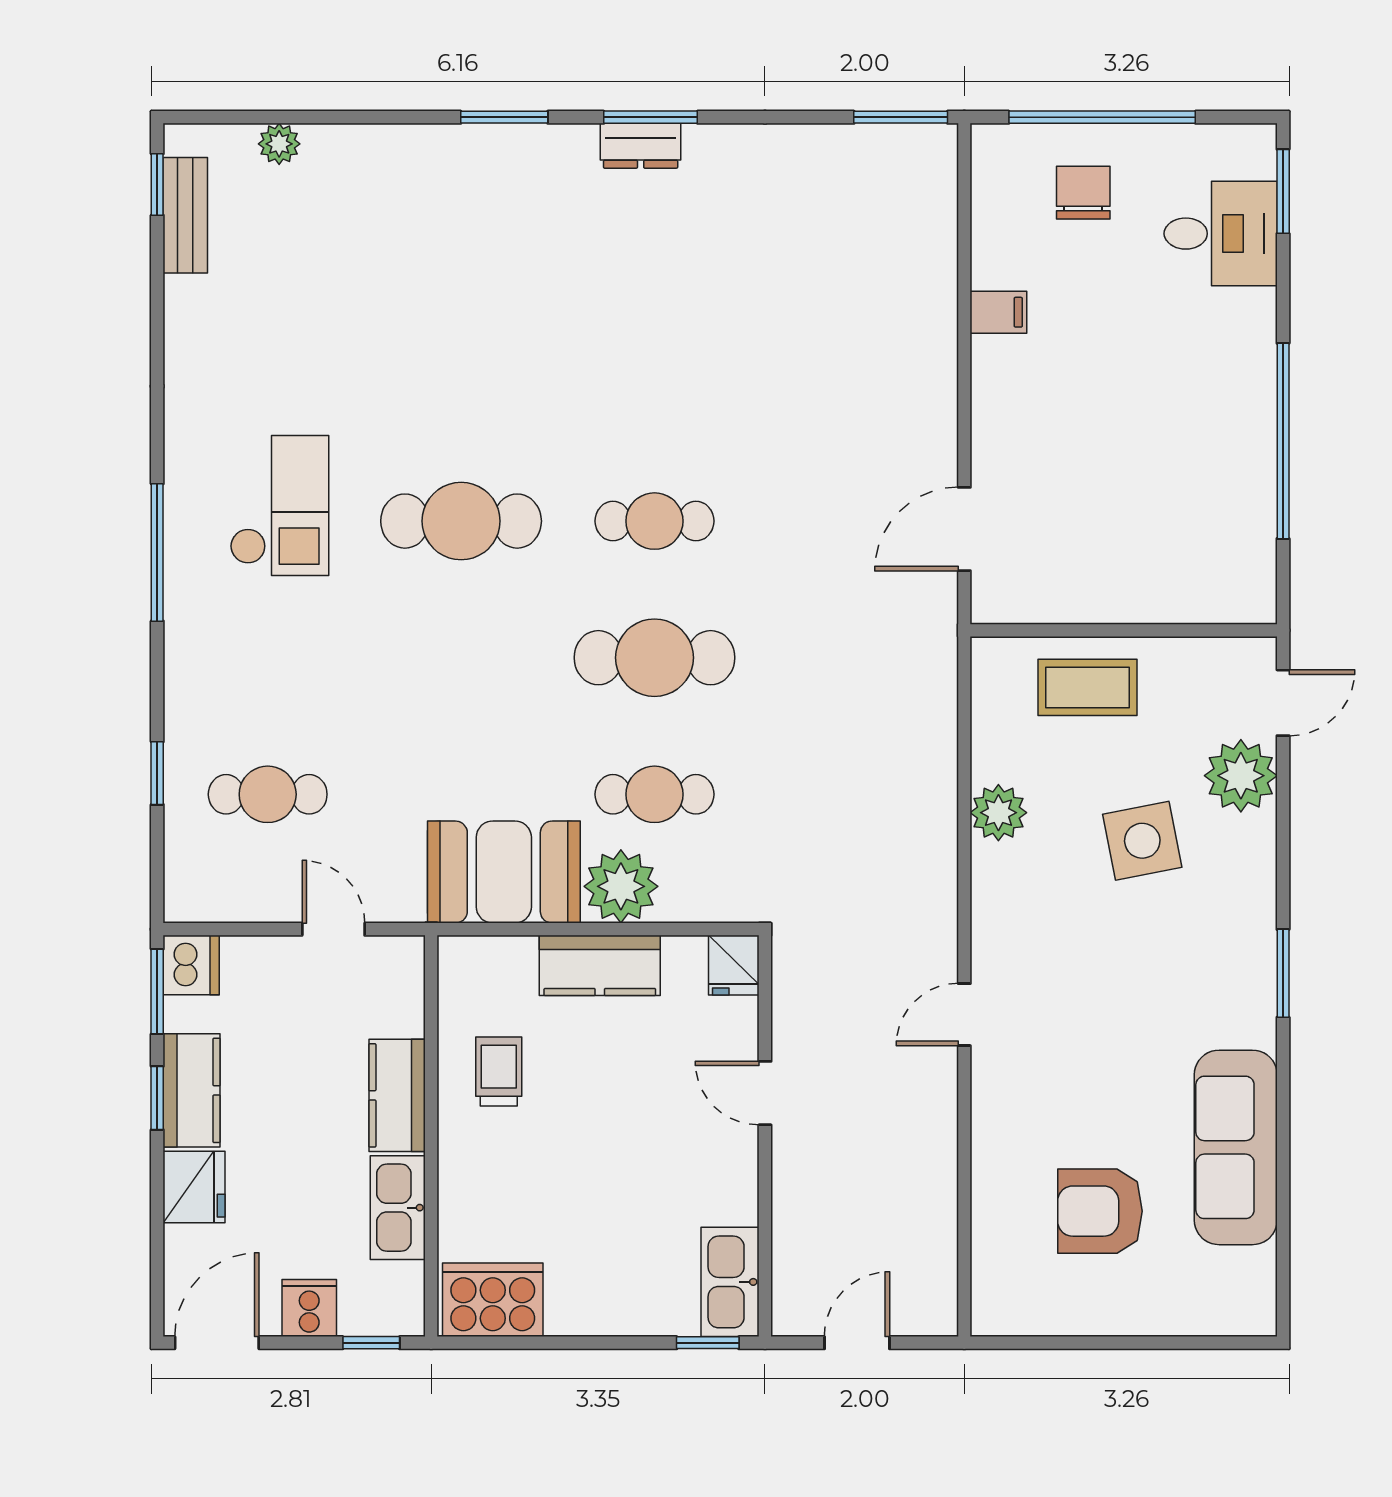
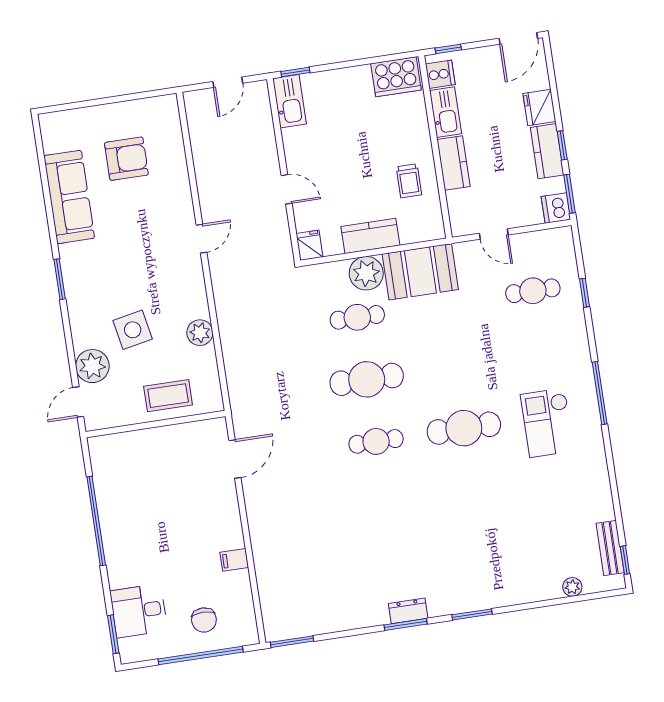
cooker: (309, 1308) -> (440, 74), moved, turned -90

